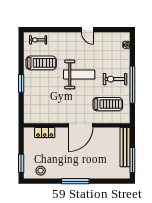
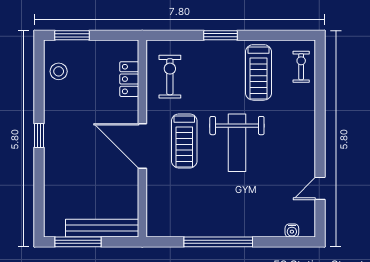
door: (87, 30) -> (320, 188), moved
exercise bike: (115, 79) -> (170, 77), moved
treadmill: (108, 104) -> (184, 141), moved
window: (75, 181) -> (39, 136), width x0.46

